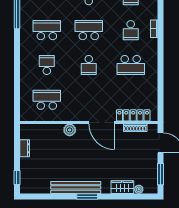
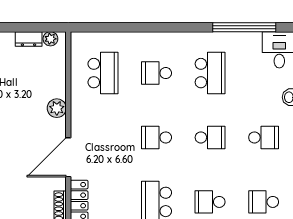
school desk: (89, 30) -> (210, 137), width x0.54
school desk: (47, 65) -> (157, 73), turned 180
plant: (25, 134) -> (50, 39), added

